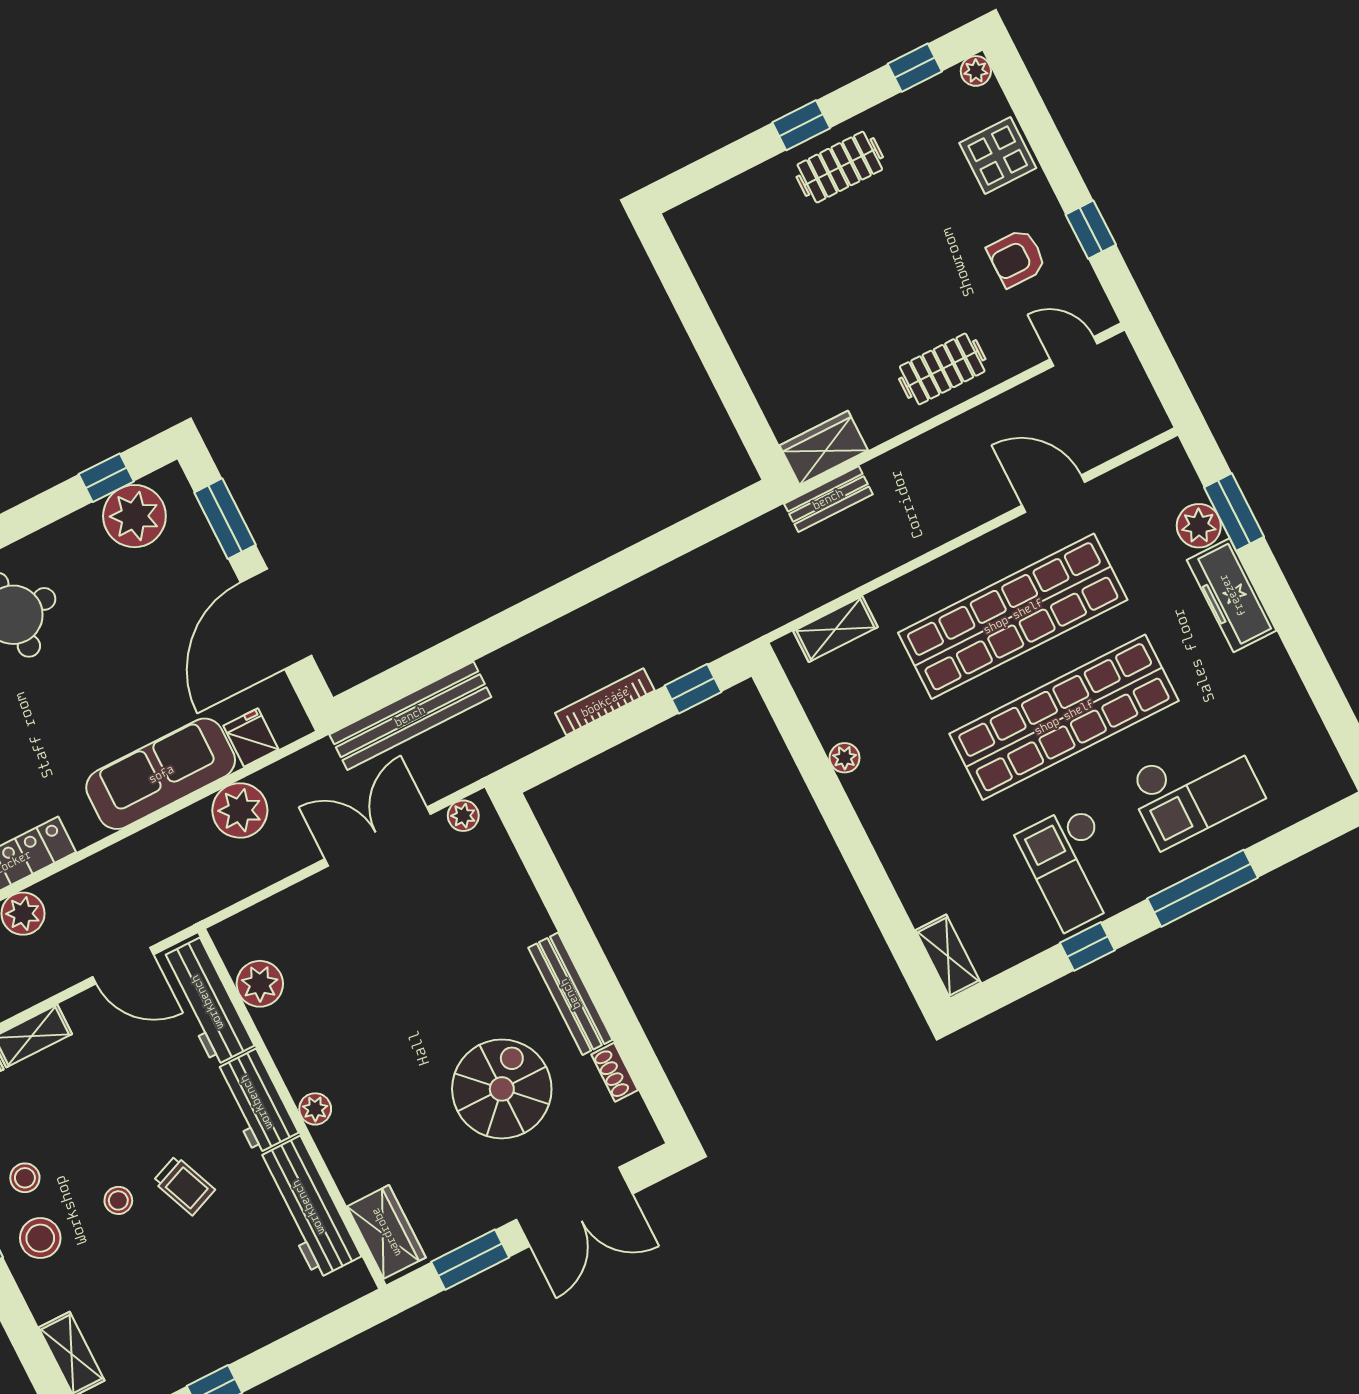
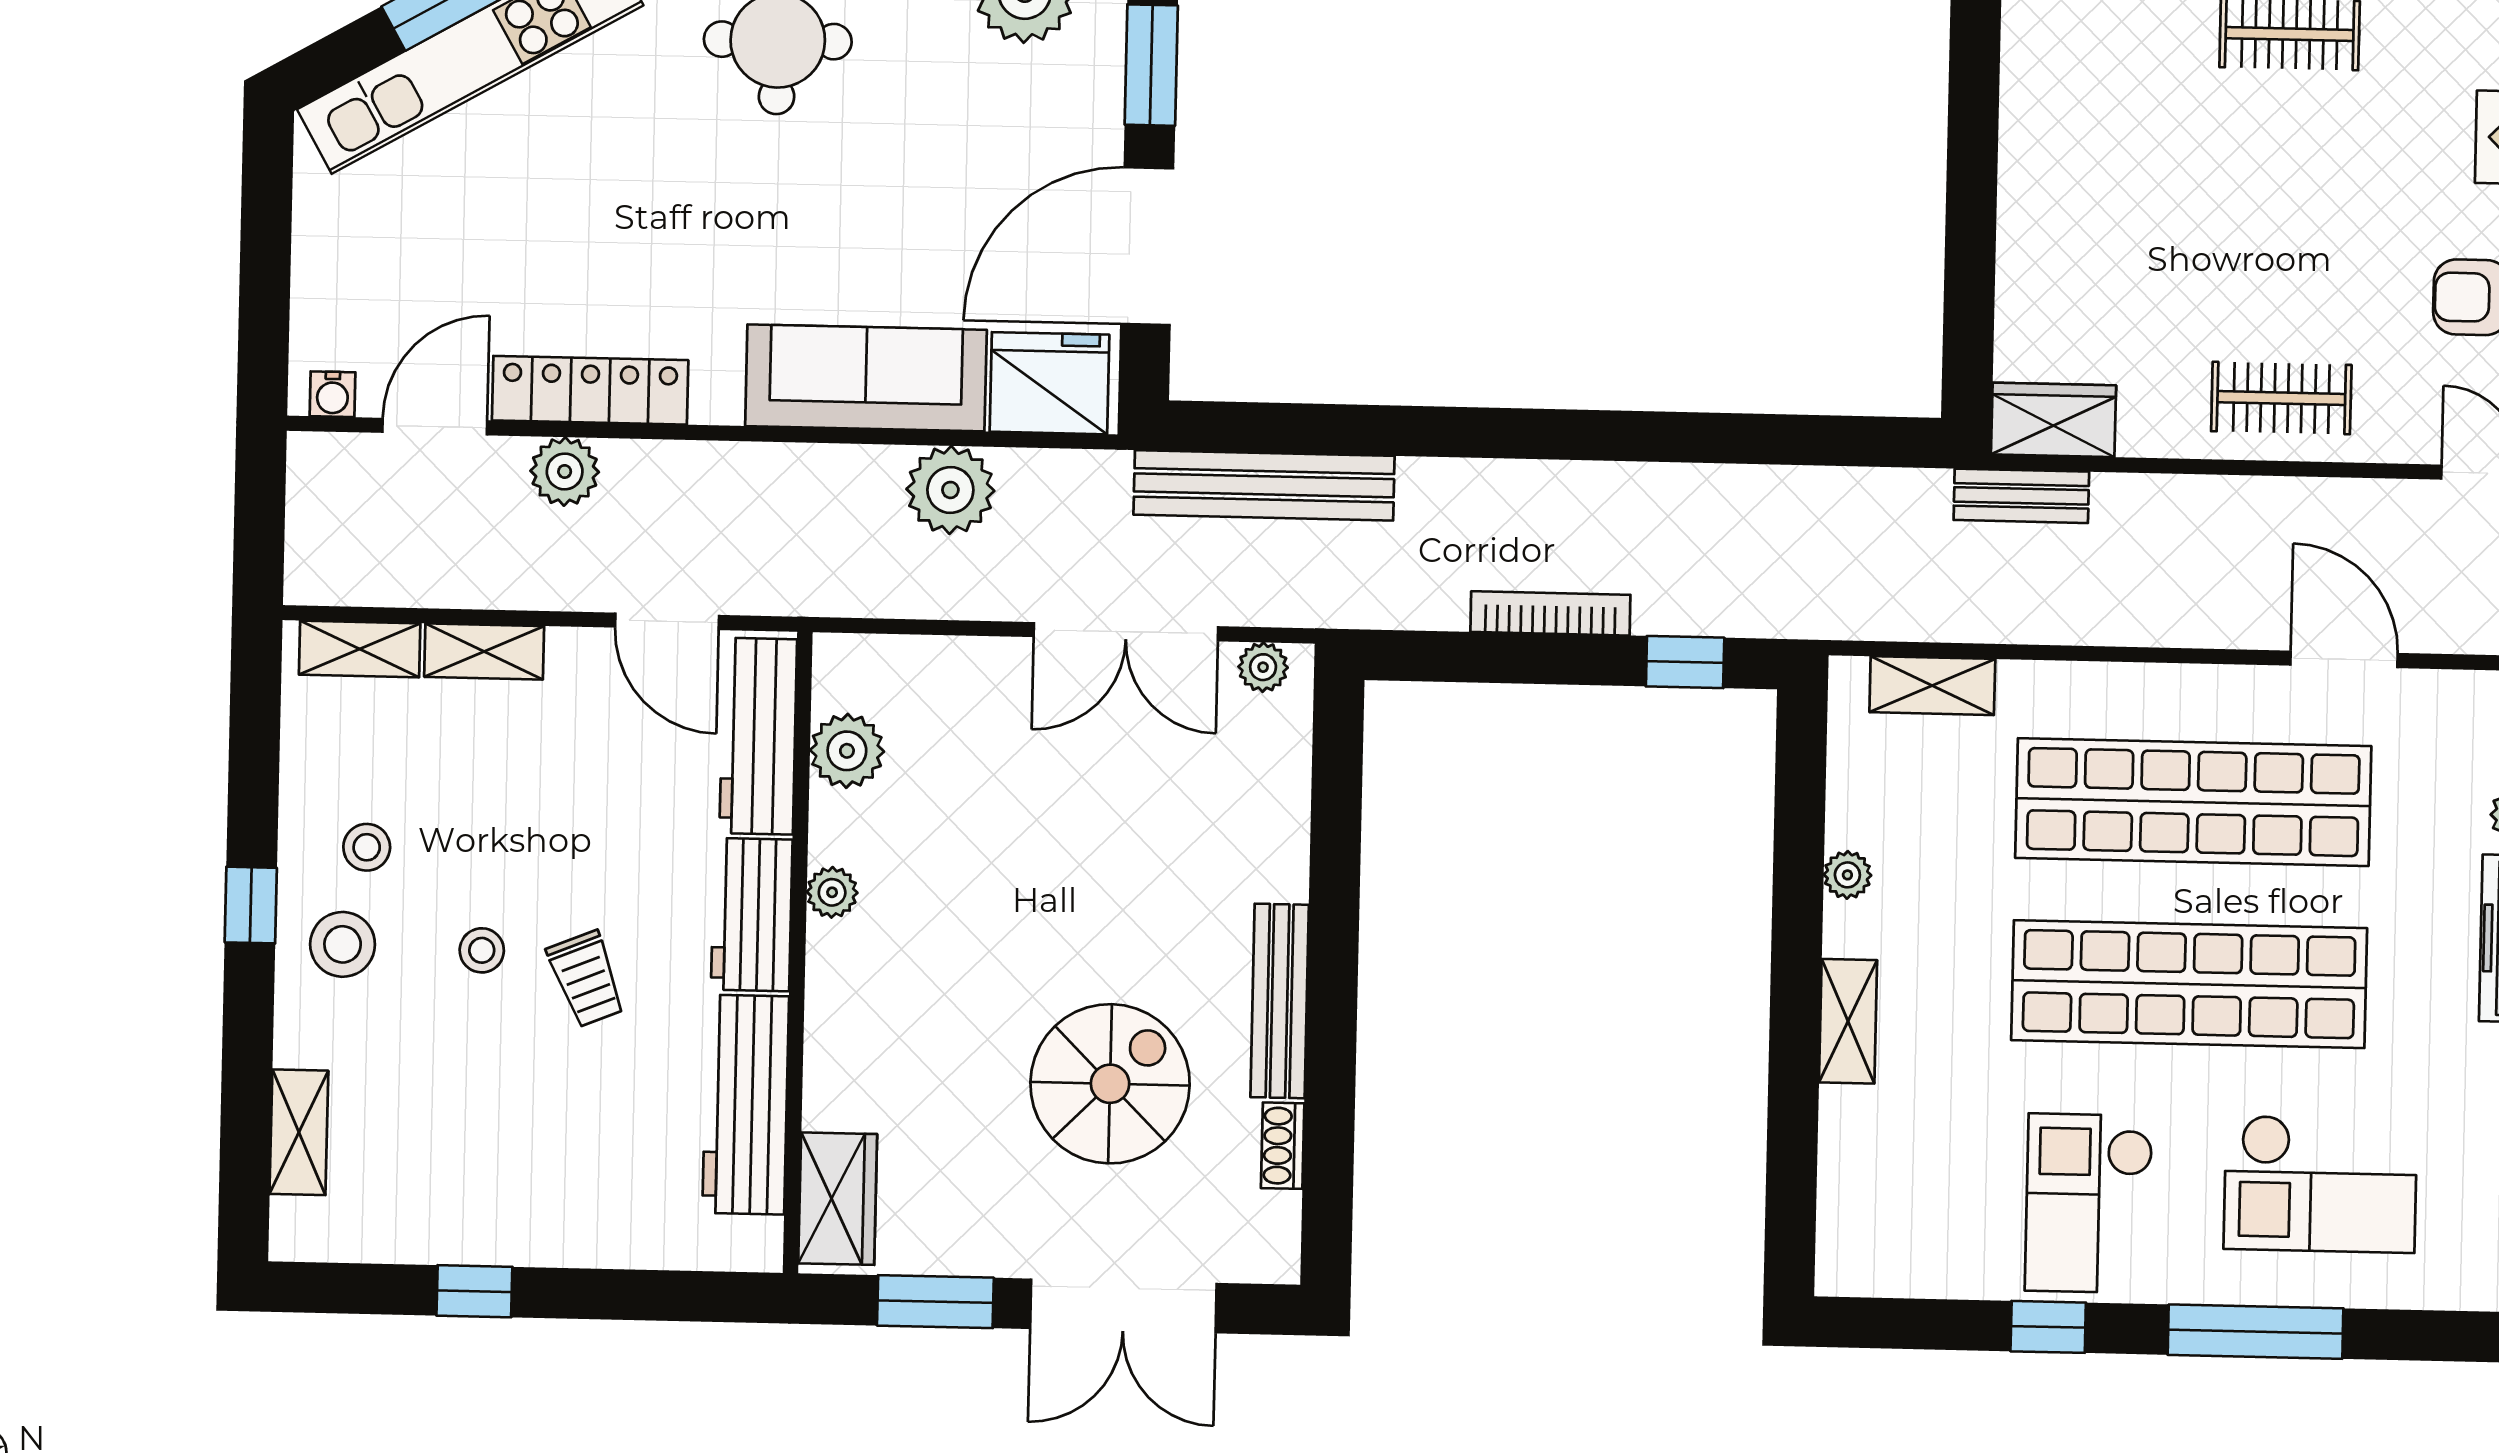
fridge: (251, 738) -> (1049, 383), width x1.88, depth x1.34
double door: (378, 837) -> (1126, 632), swing flipped
shelving: (948, 957) -> (1848, 1021), moved
plant: (315, 1109) -> (832, 892), moved

